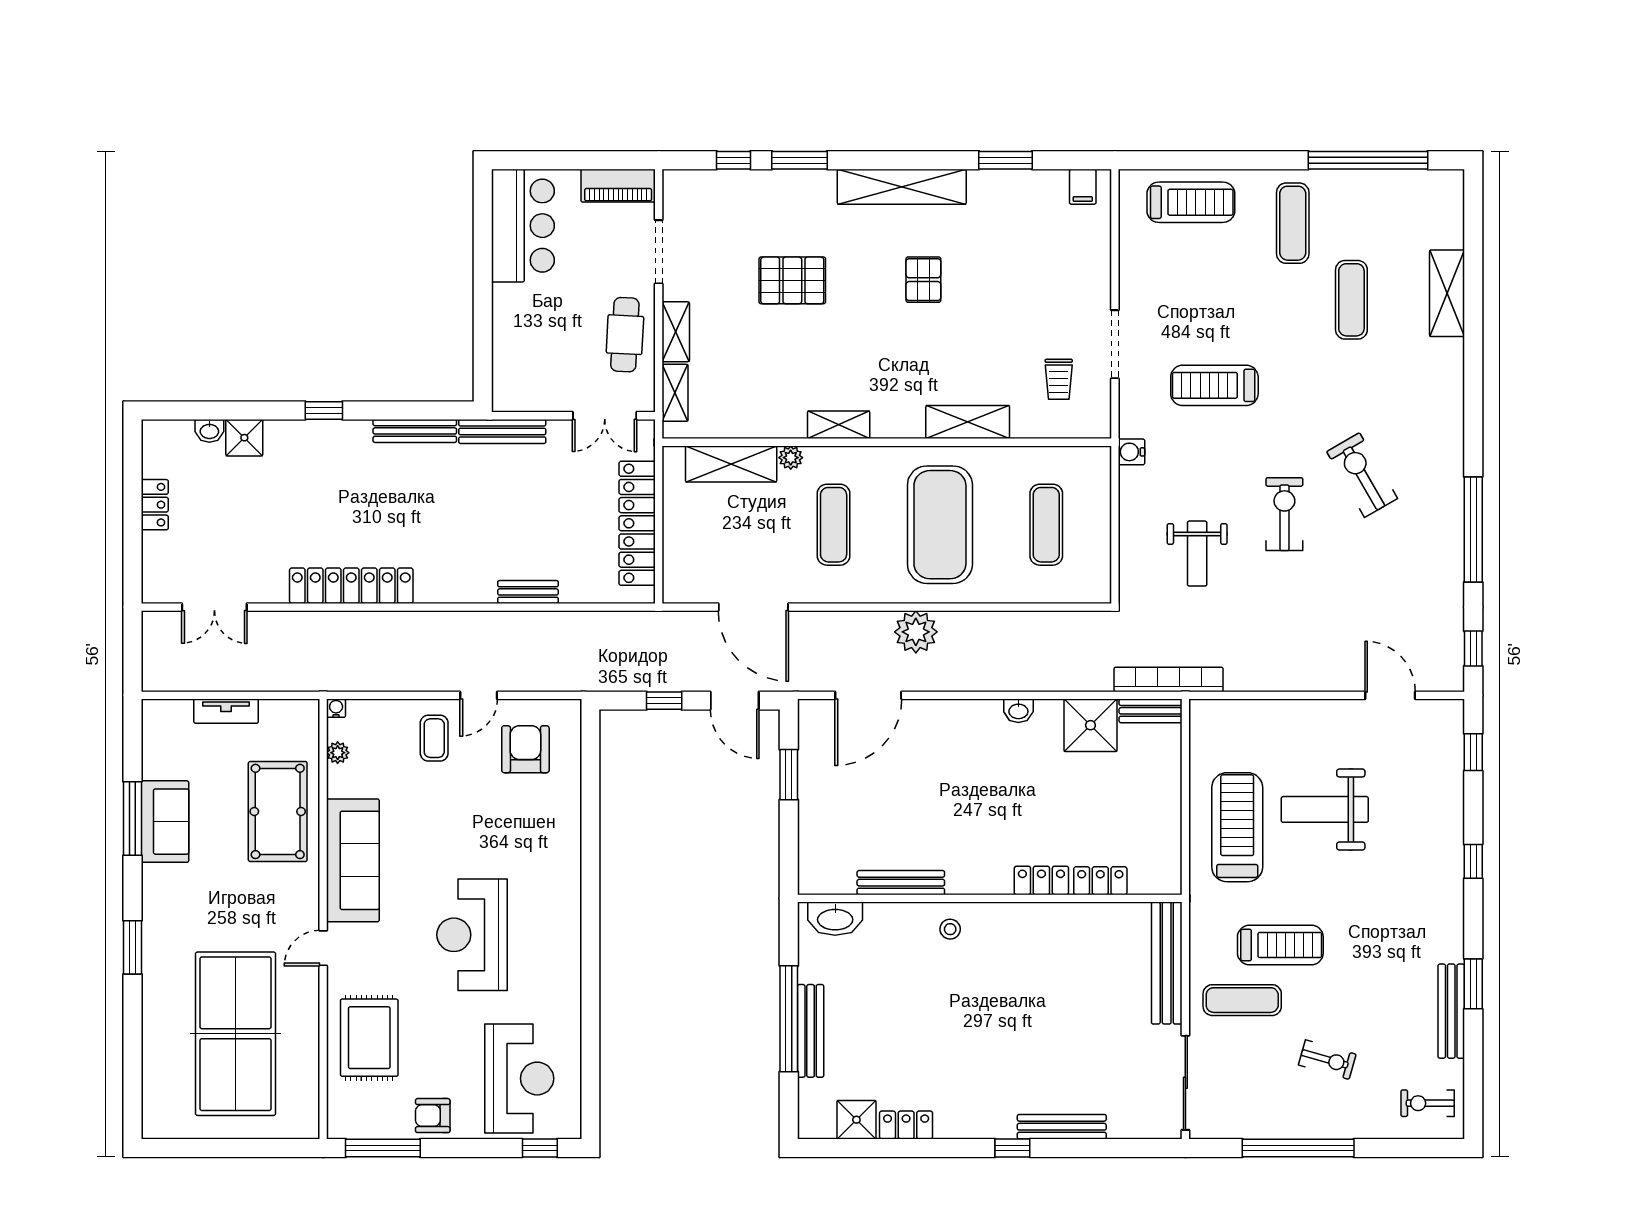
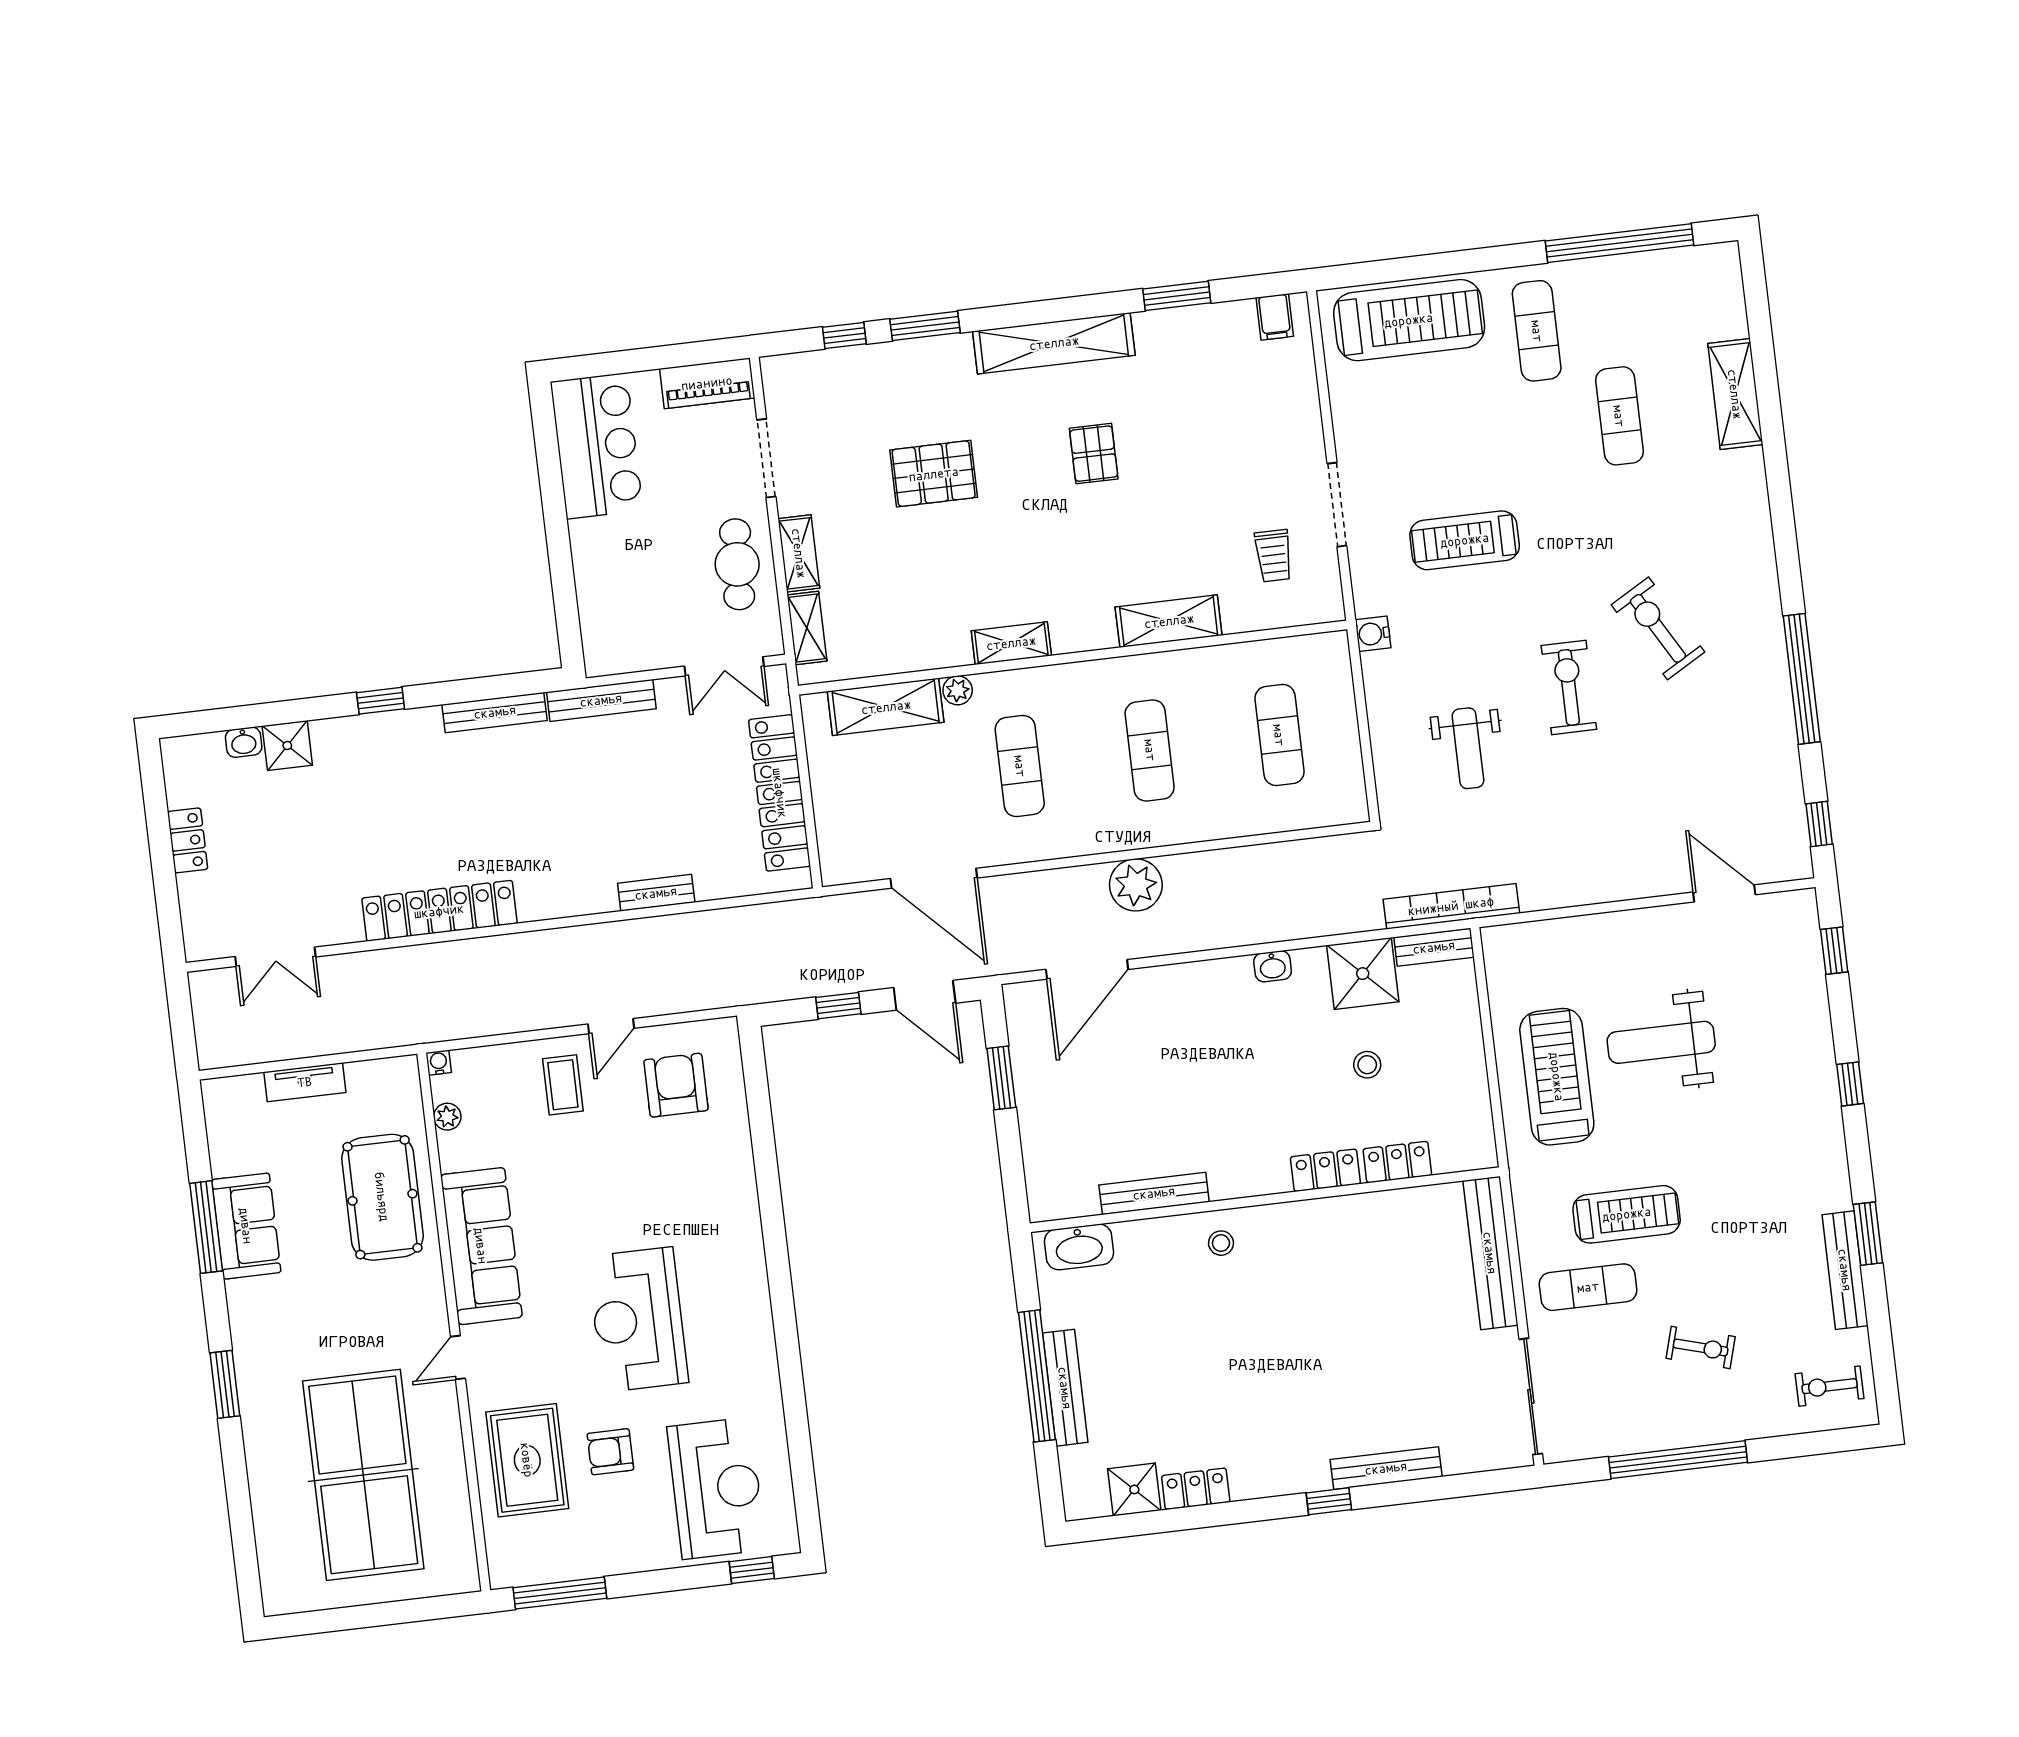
treadmill: (1191, 202) -> (1409, 320), width x1.37, depth x1.38
exercise mat: (940, 525) -> (1150, 750), width x0.50, depth x0.69
stool: (1085, 799) -> (1367, 1065), added
armchair: (433, 1116) -> (610, 1452), moved

